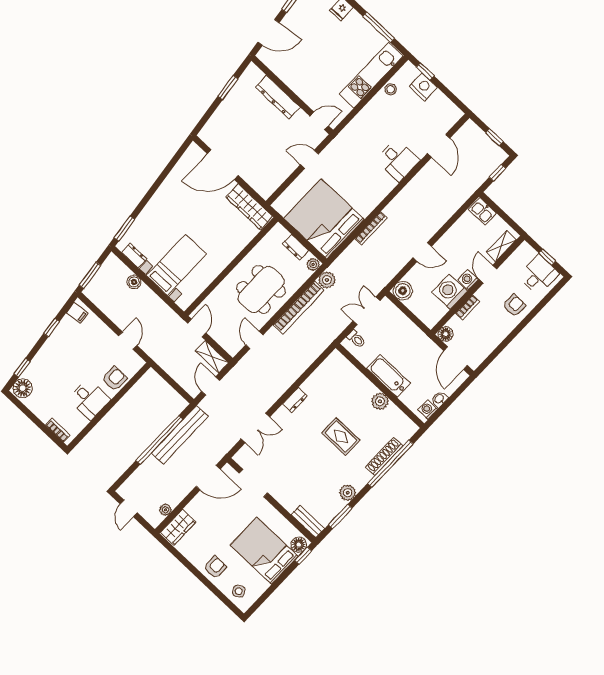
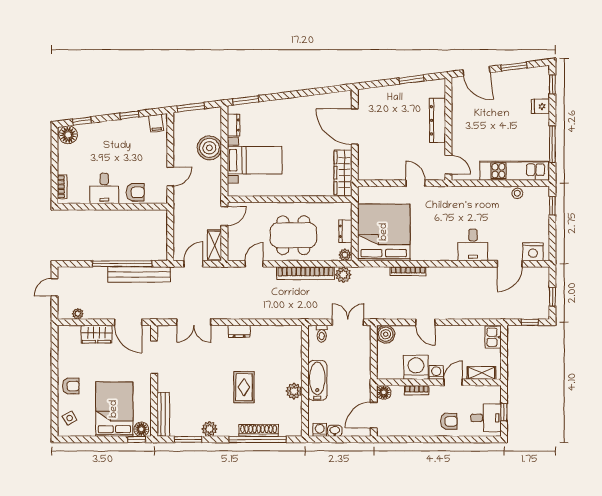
nightstand: (423, 87) -> (533, 252), moved, turned 90
boiler: (134, 282) -> (209, 148), width x1.86, depth x1.86
bench: (308, 522) -> (163, 414), width x1.36
wardrobe: (178, 527) -> (96, 334), moved

